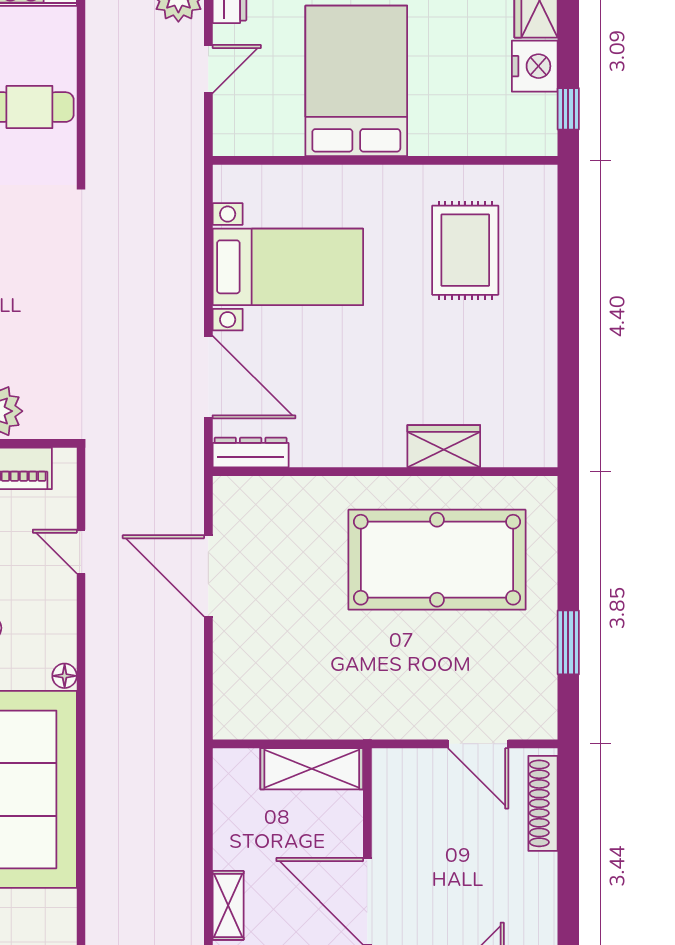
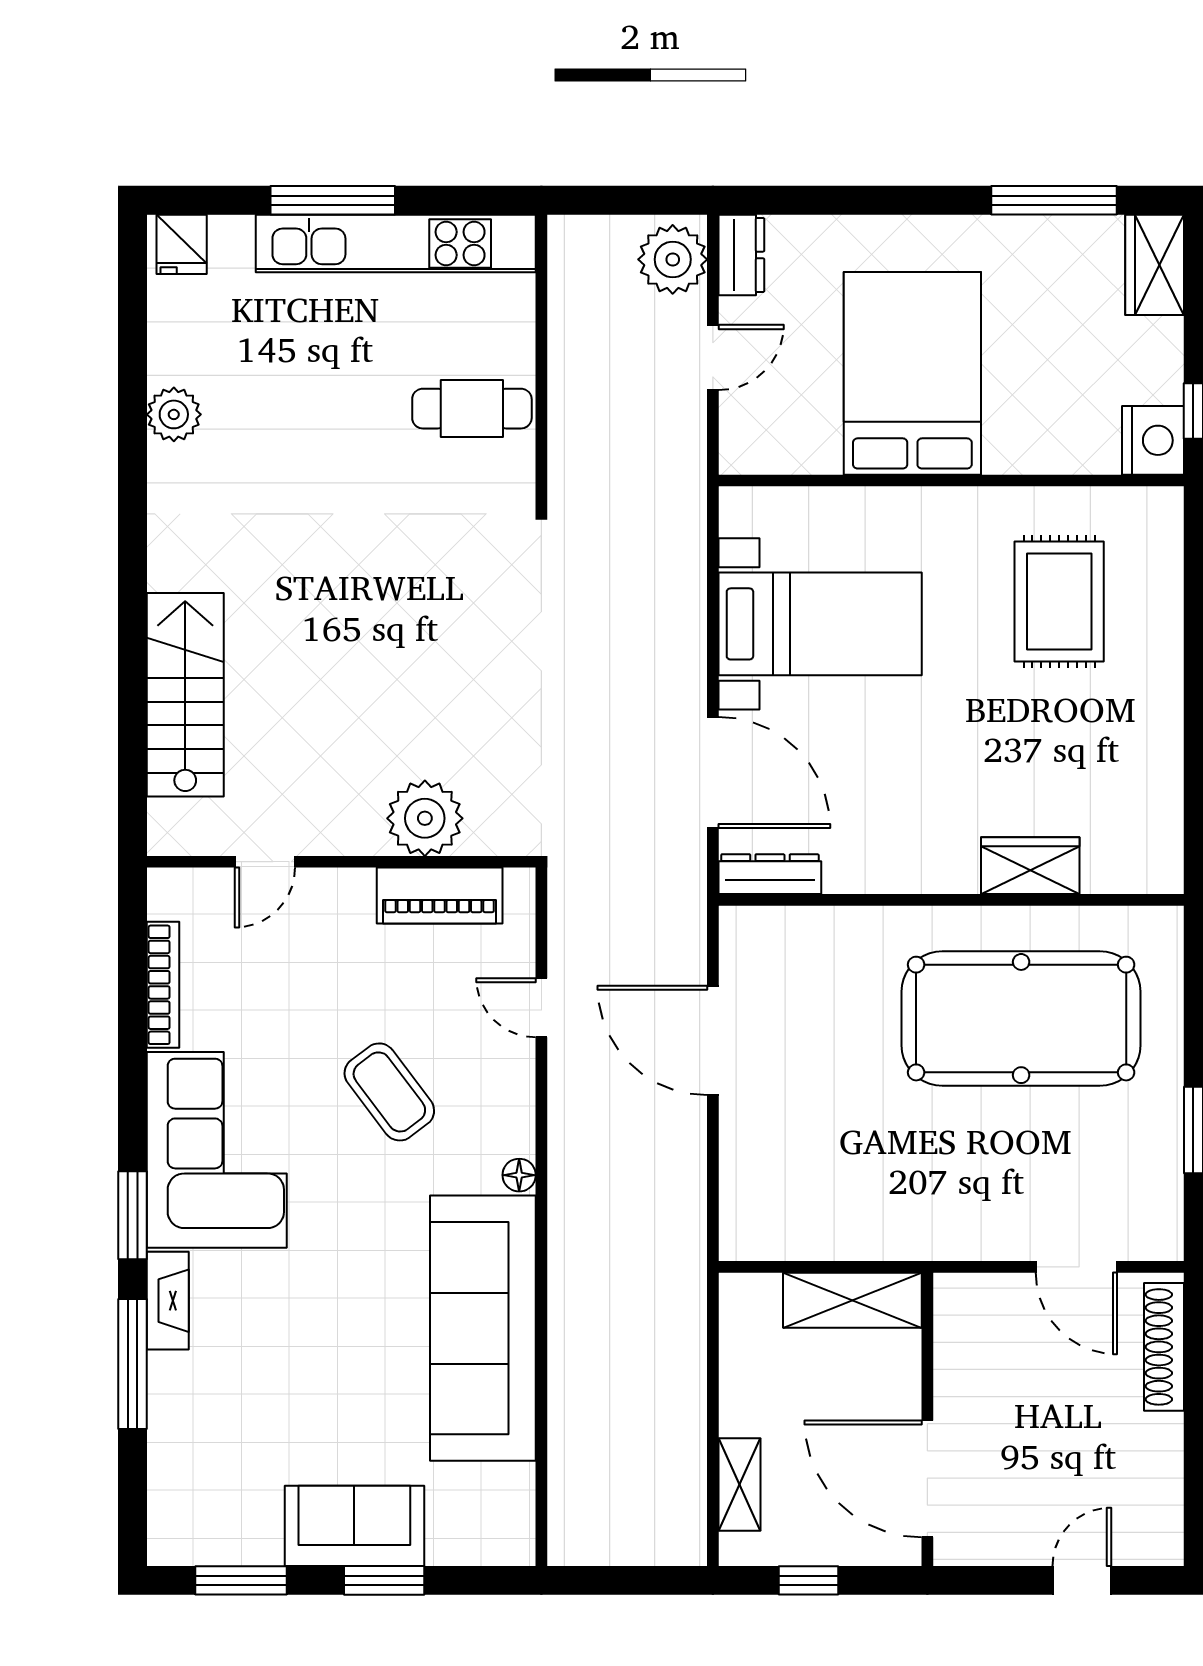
nightstand: (535, 66) -> (1153, 440), moved

